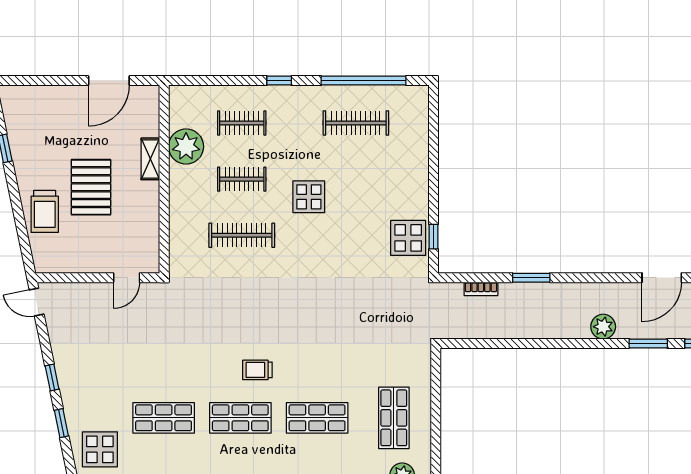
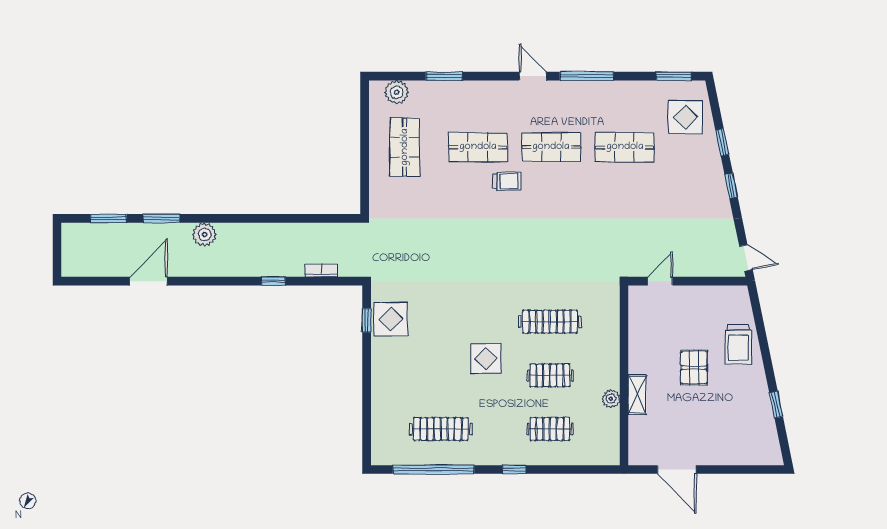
door: (109, 81) -> (677, 469), swing flipped
plant: (186, 146) -> (611, 399), width x0.53, depth x0.53
pallet: (91, 187) -> (694, 368), width x0.67, depth x0.71
trolley: (45, 211) -> (738, 345), turned 180
window: (531, 278) -> (273, 281), width x0.67
trolley: (257, 370) -> (507, 181), moved

